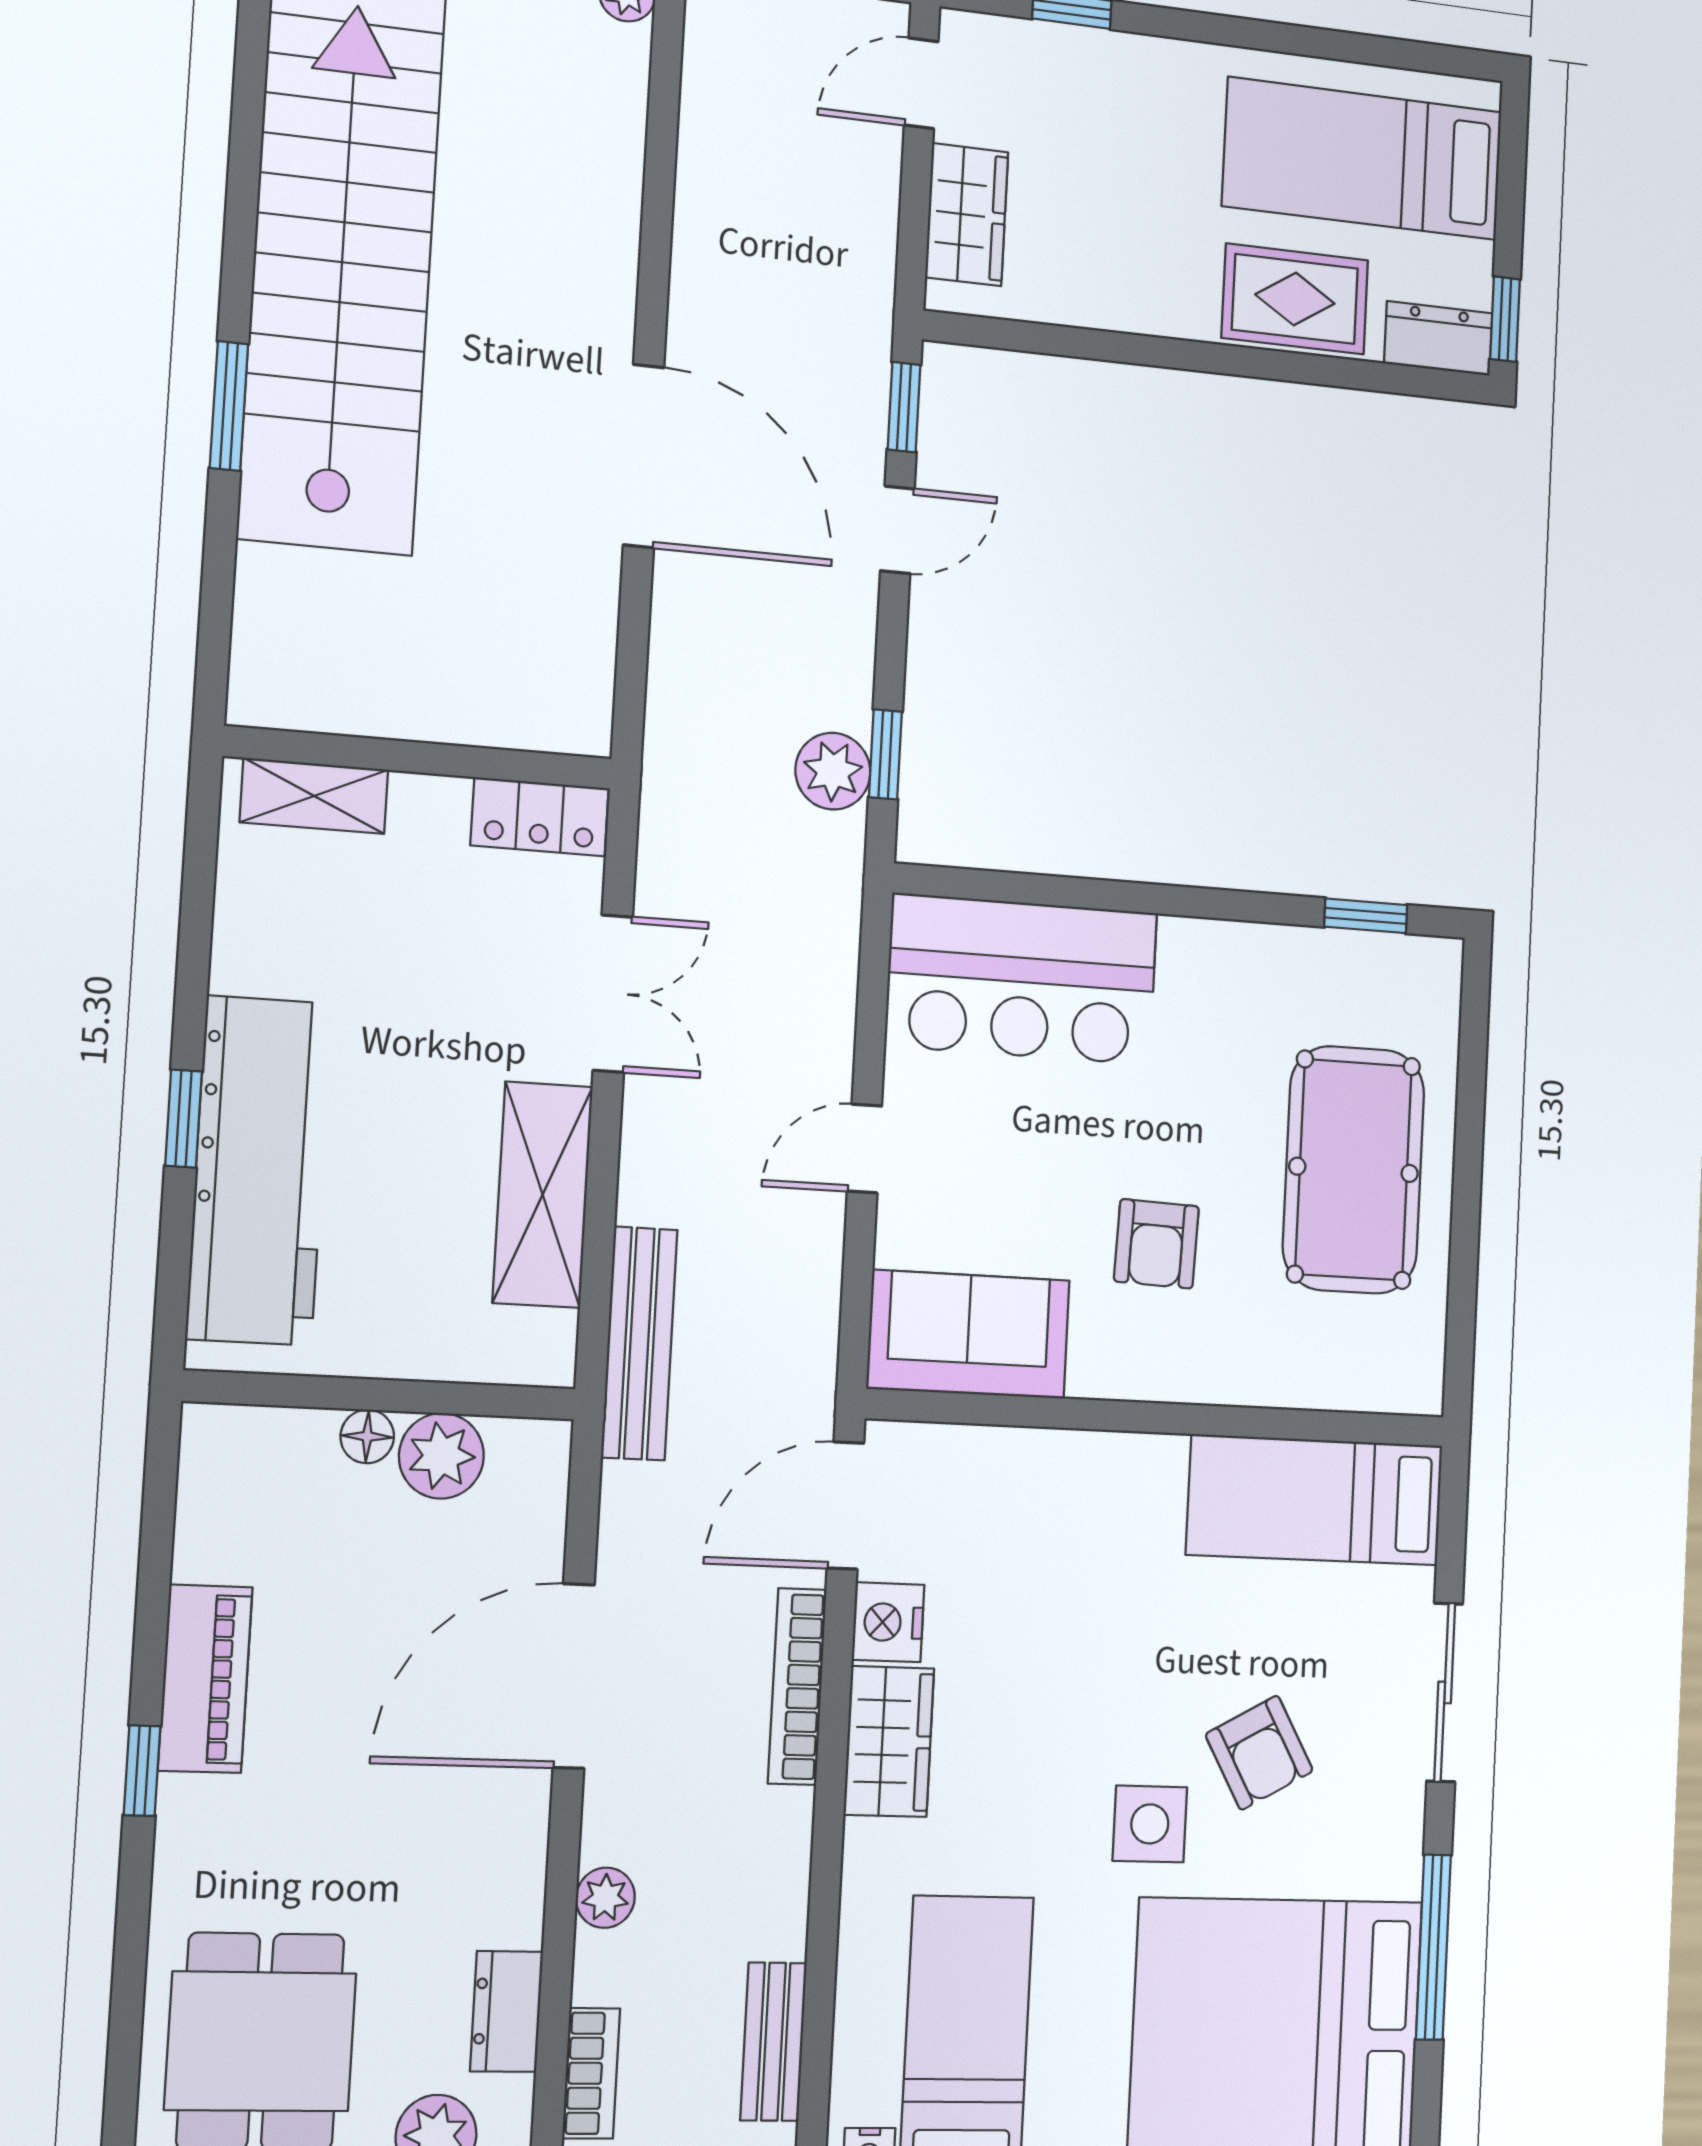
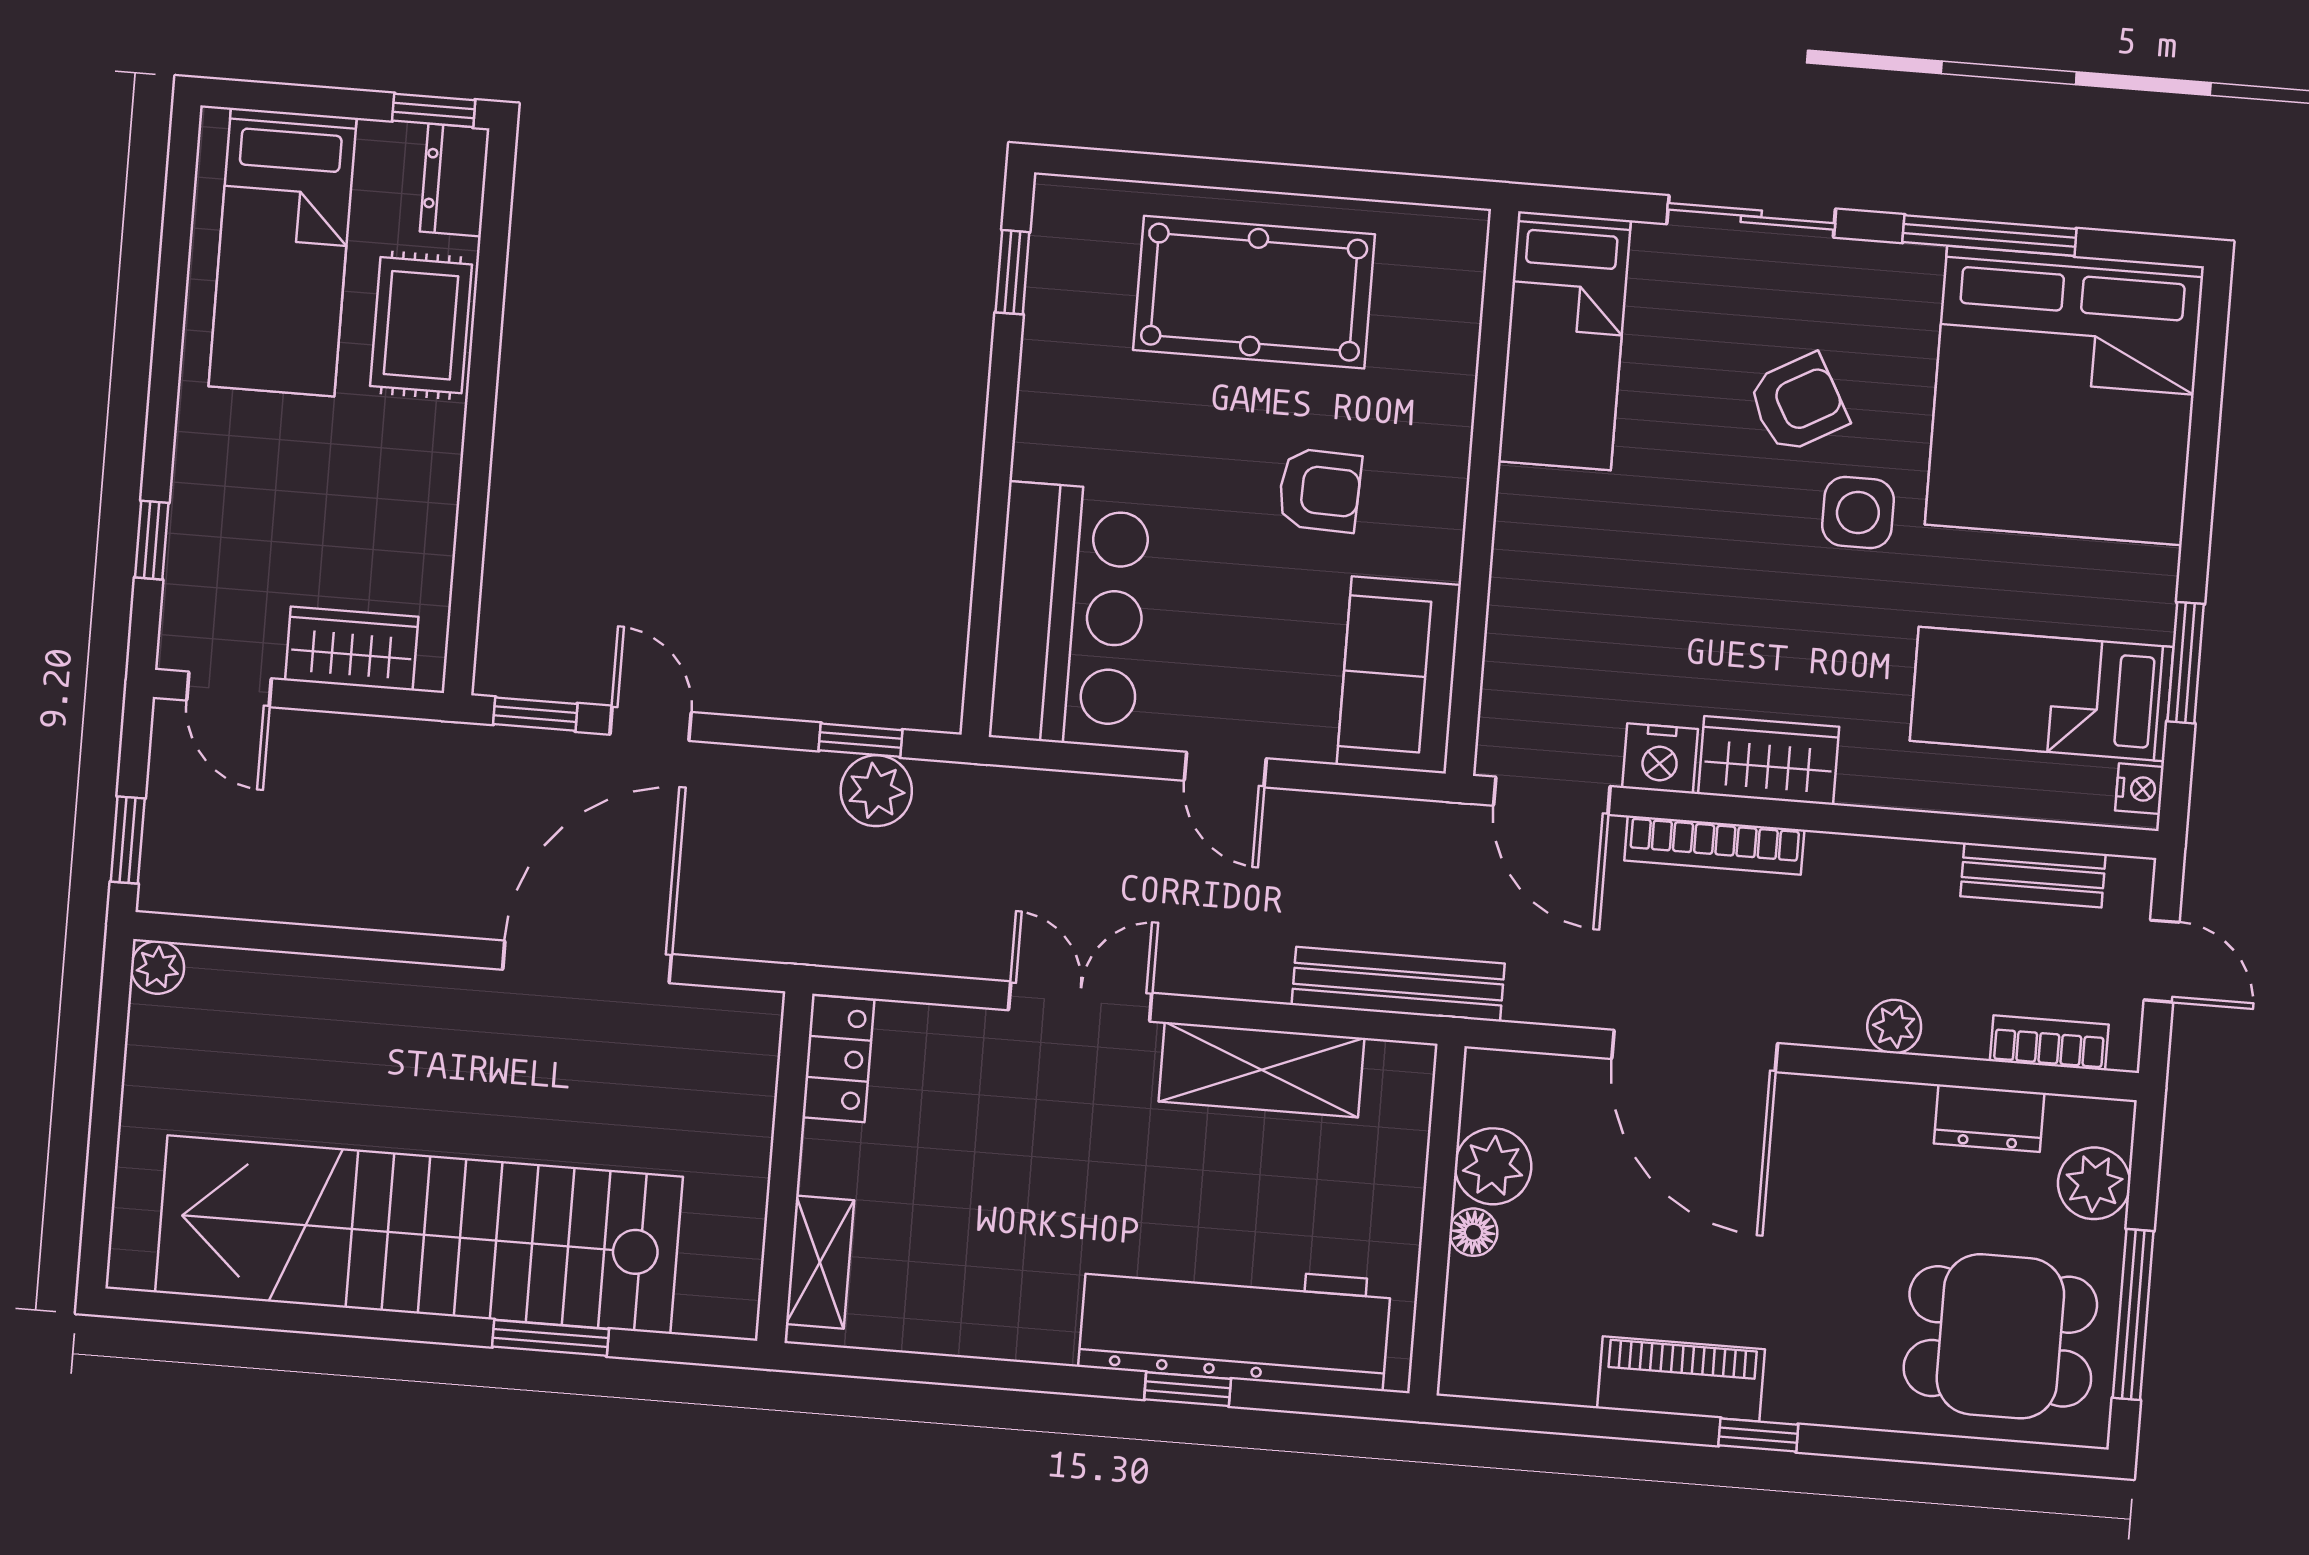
wall: (419, 757) -> (785, 1167), moved
shelving: (314, 796) -> (820, 1262), moved
locker: (540, 817) -> (838, 1059), moved

